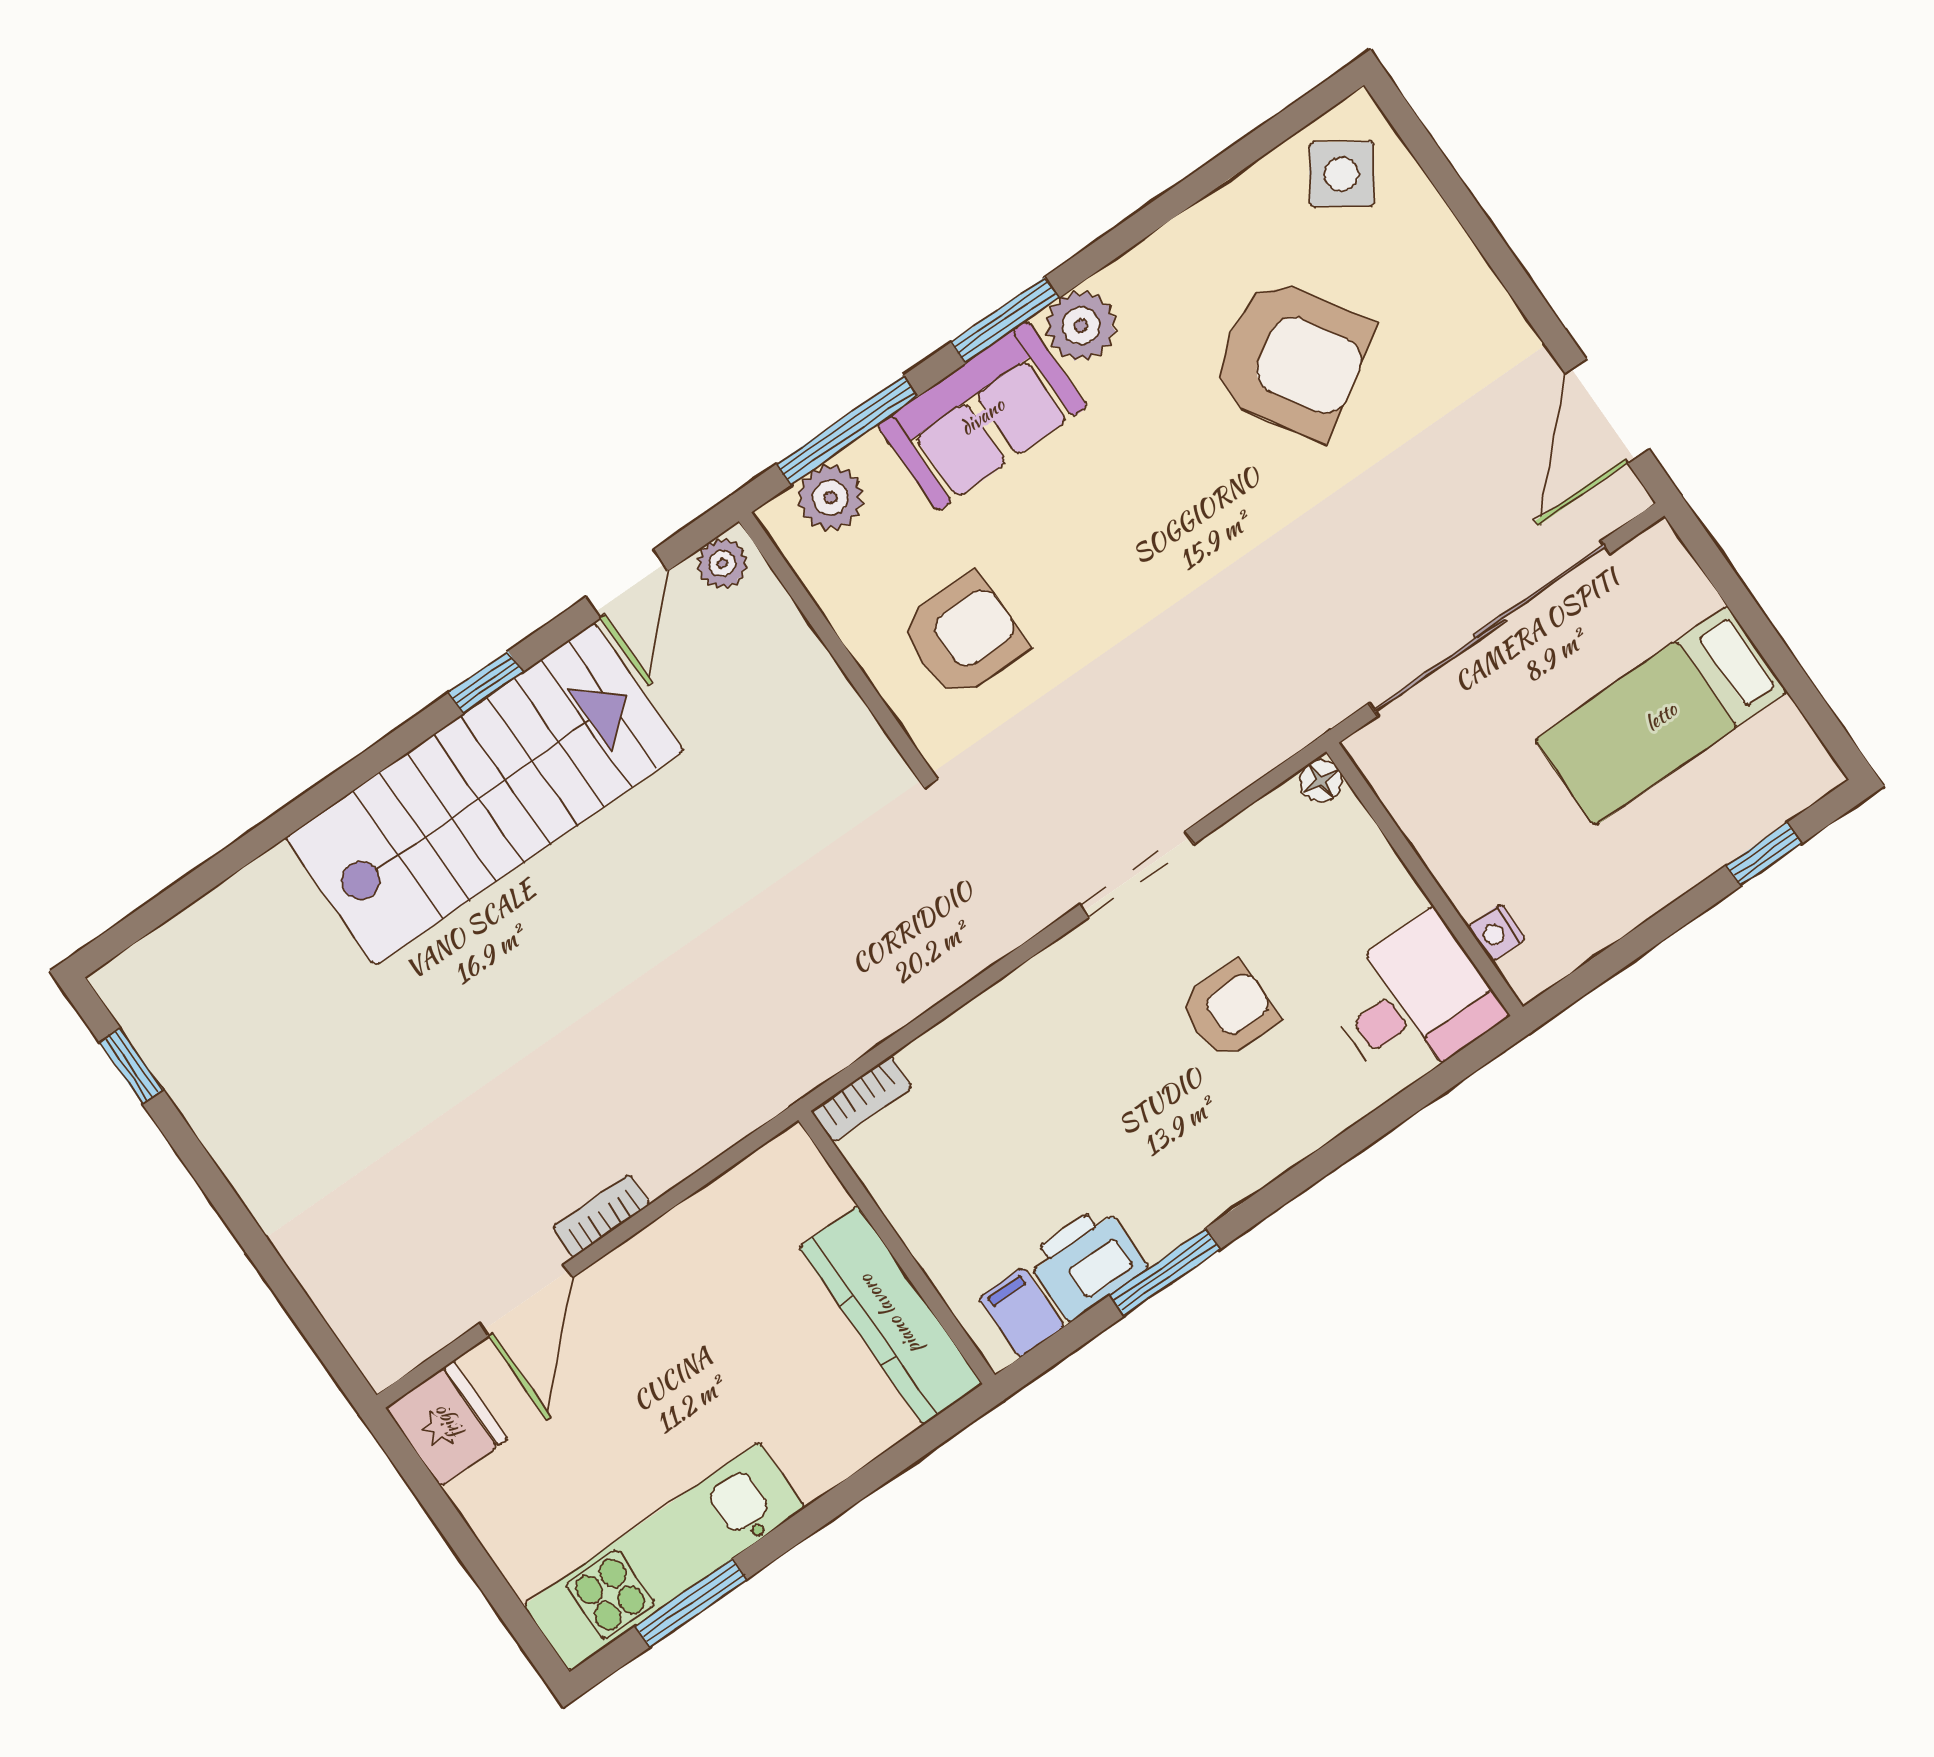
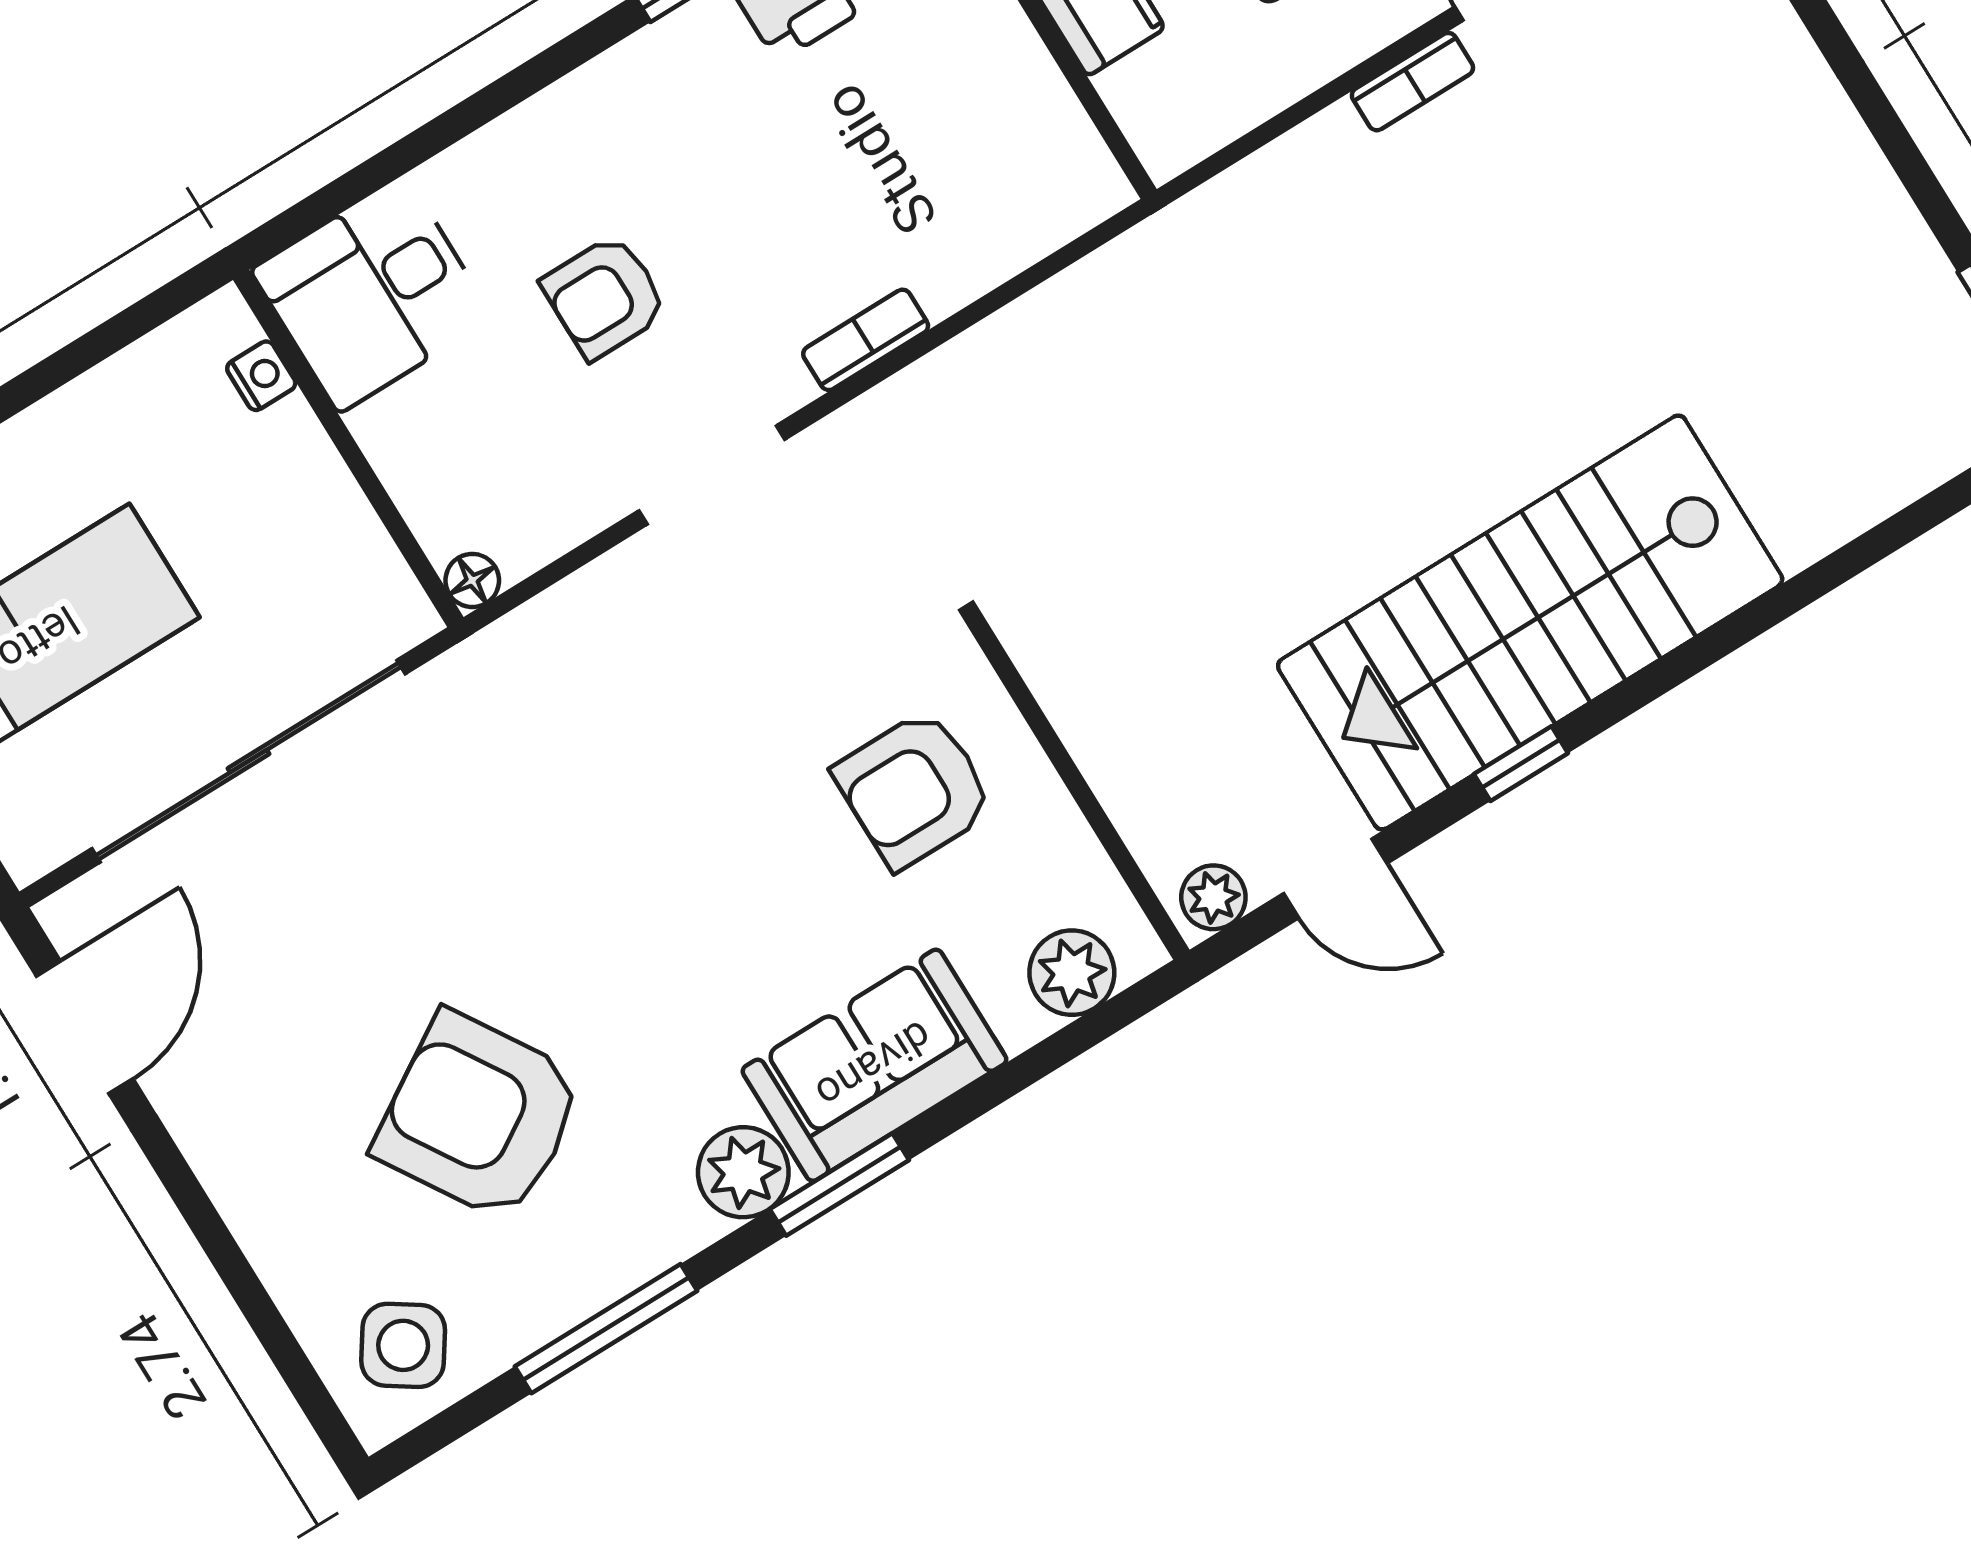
window: (847, 430) -> (606, 1329), moved
door: (627, 584) -> (1335, 878), swing flipped
bookcase: (862, 1099) -> (866, 340), moved

